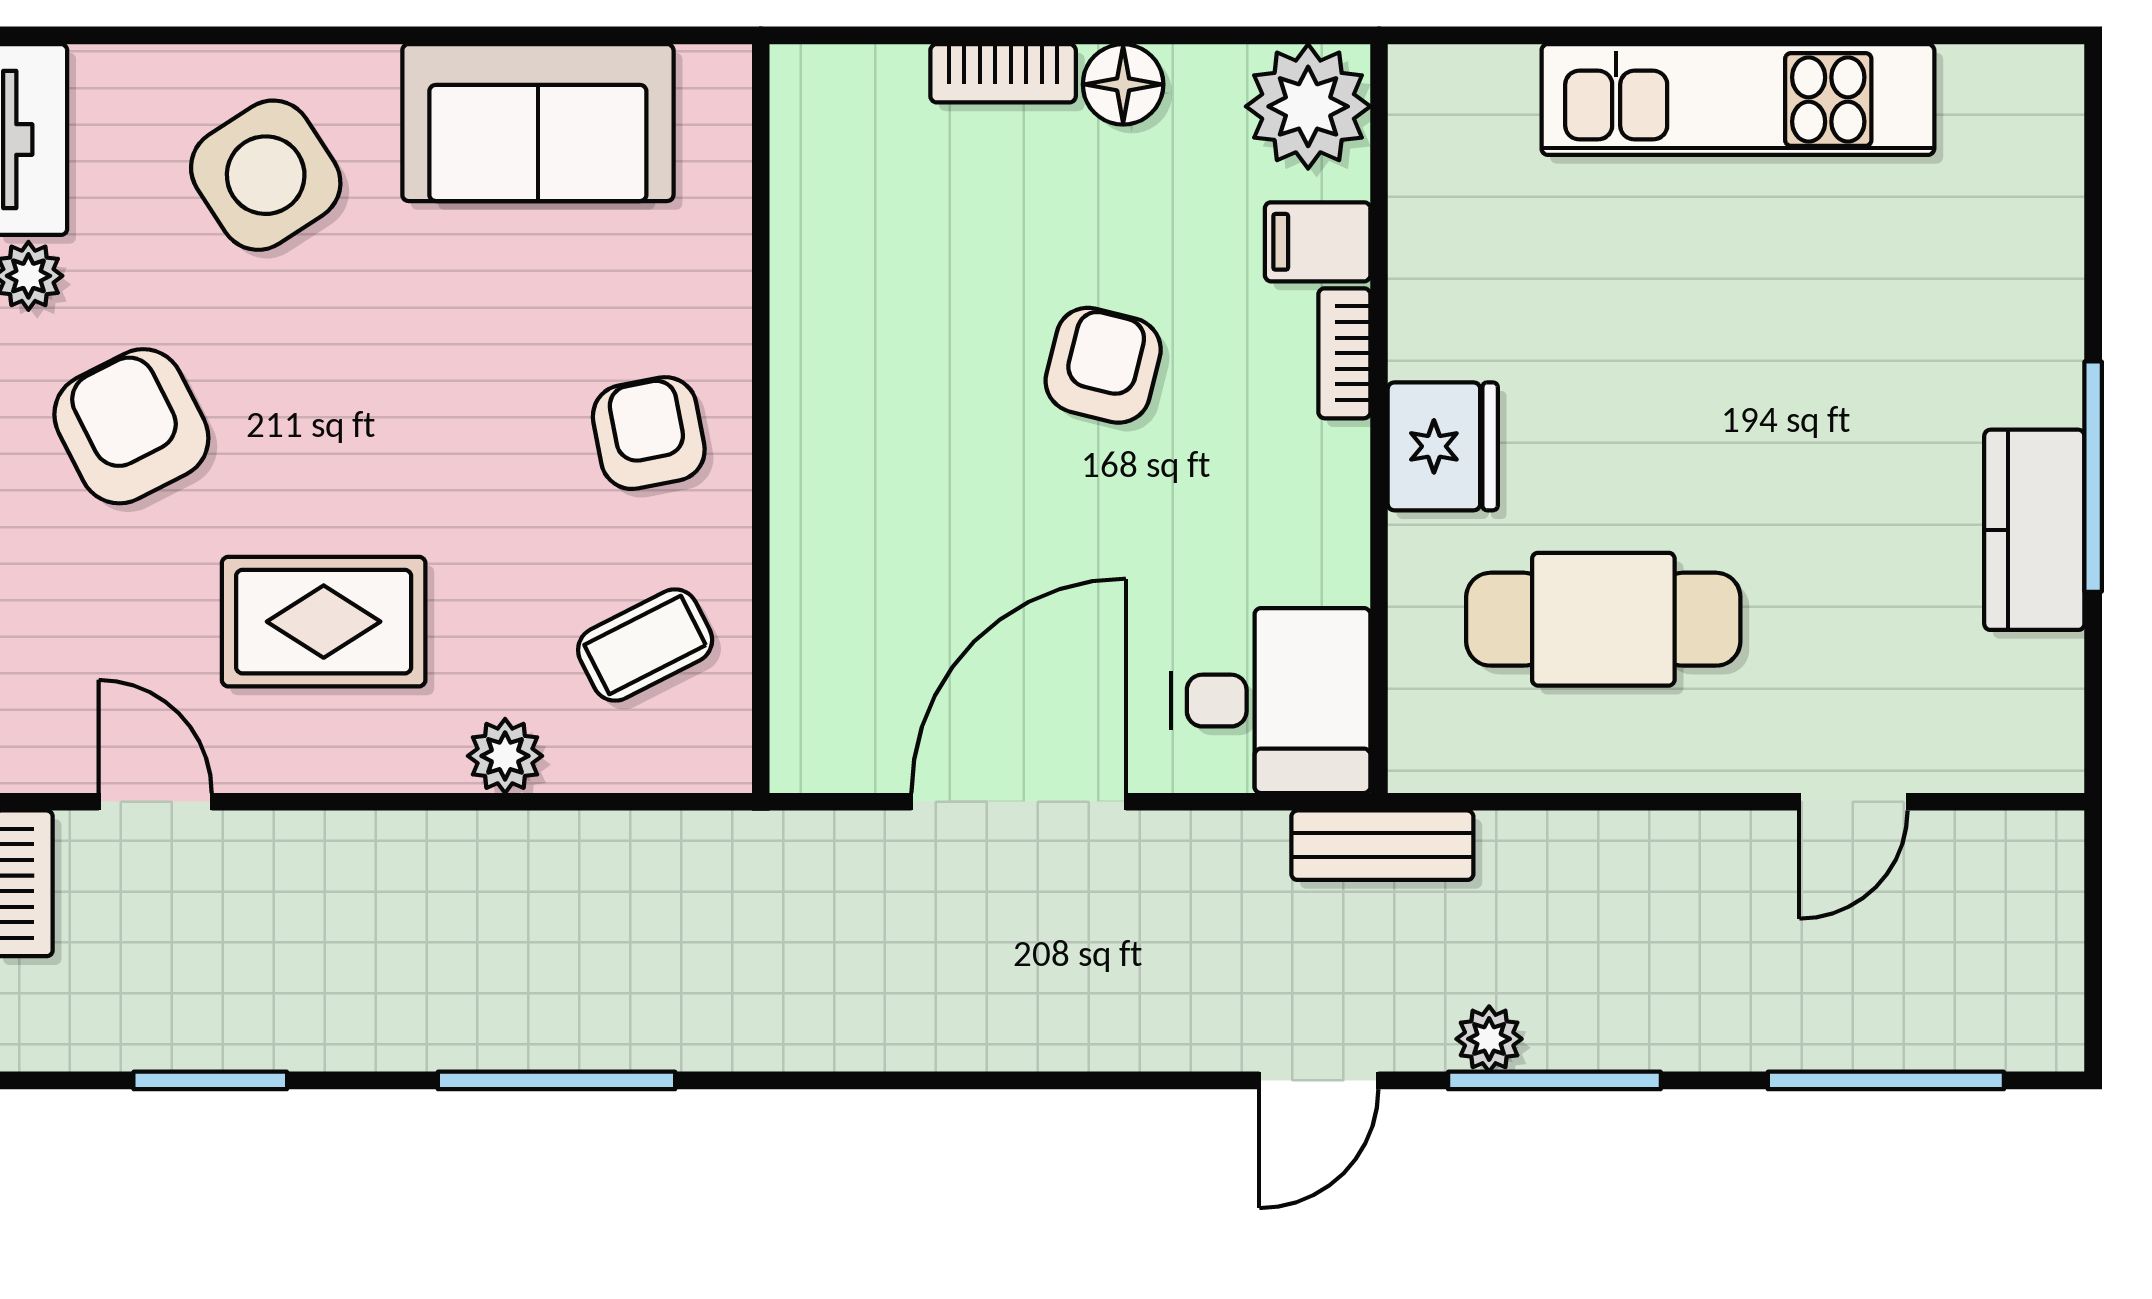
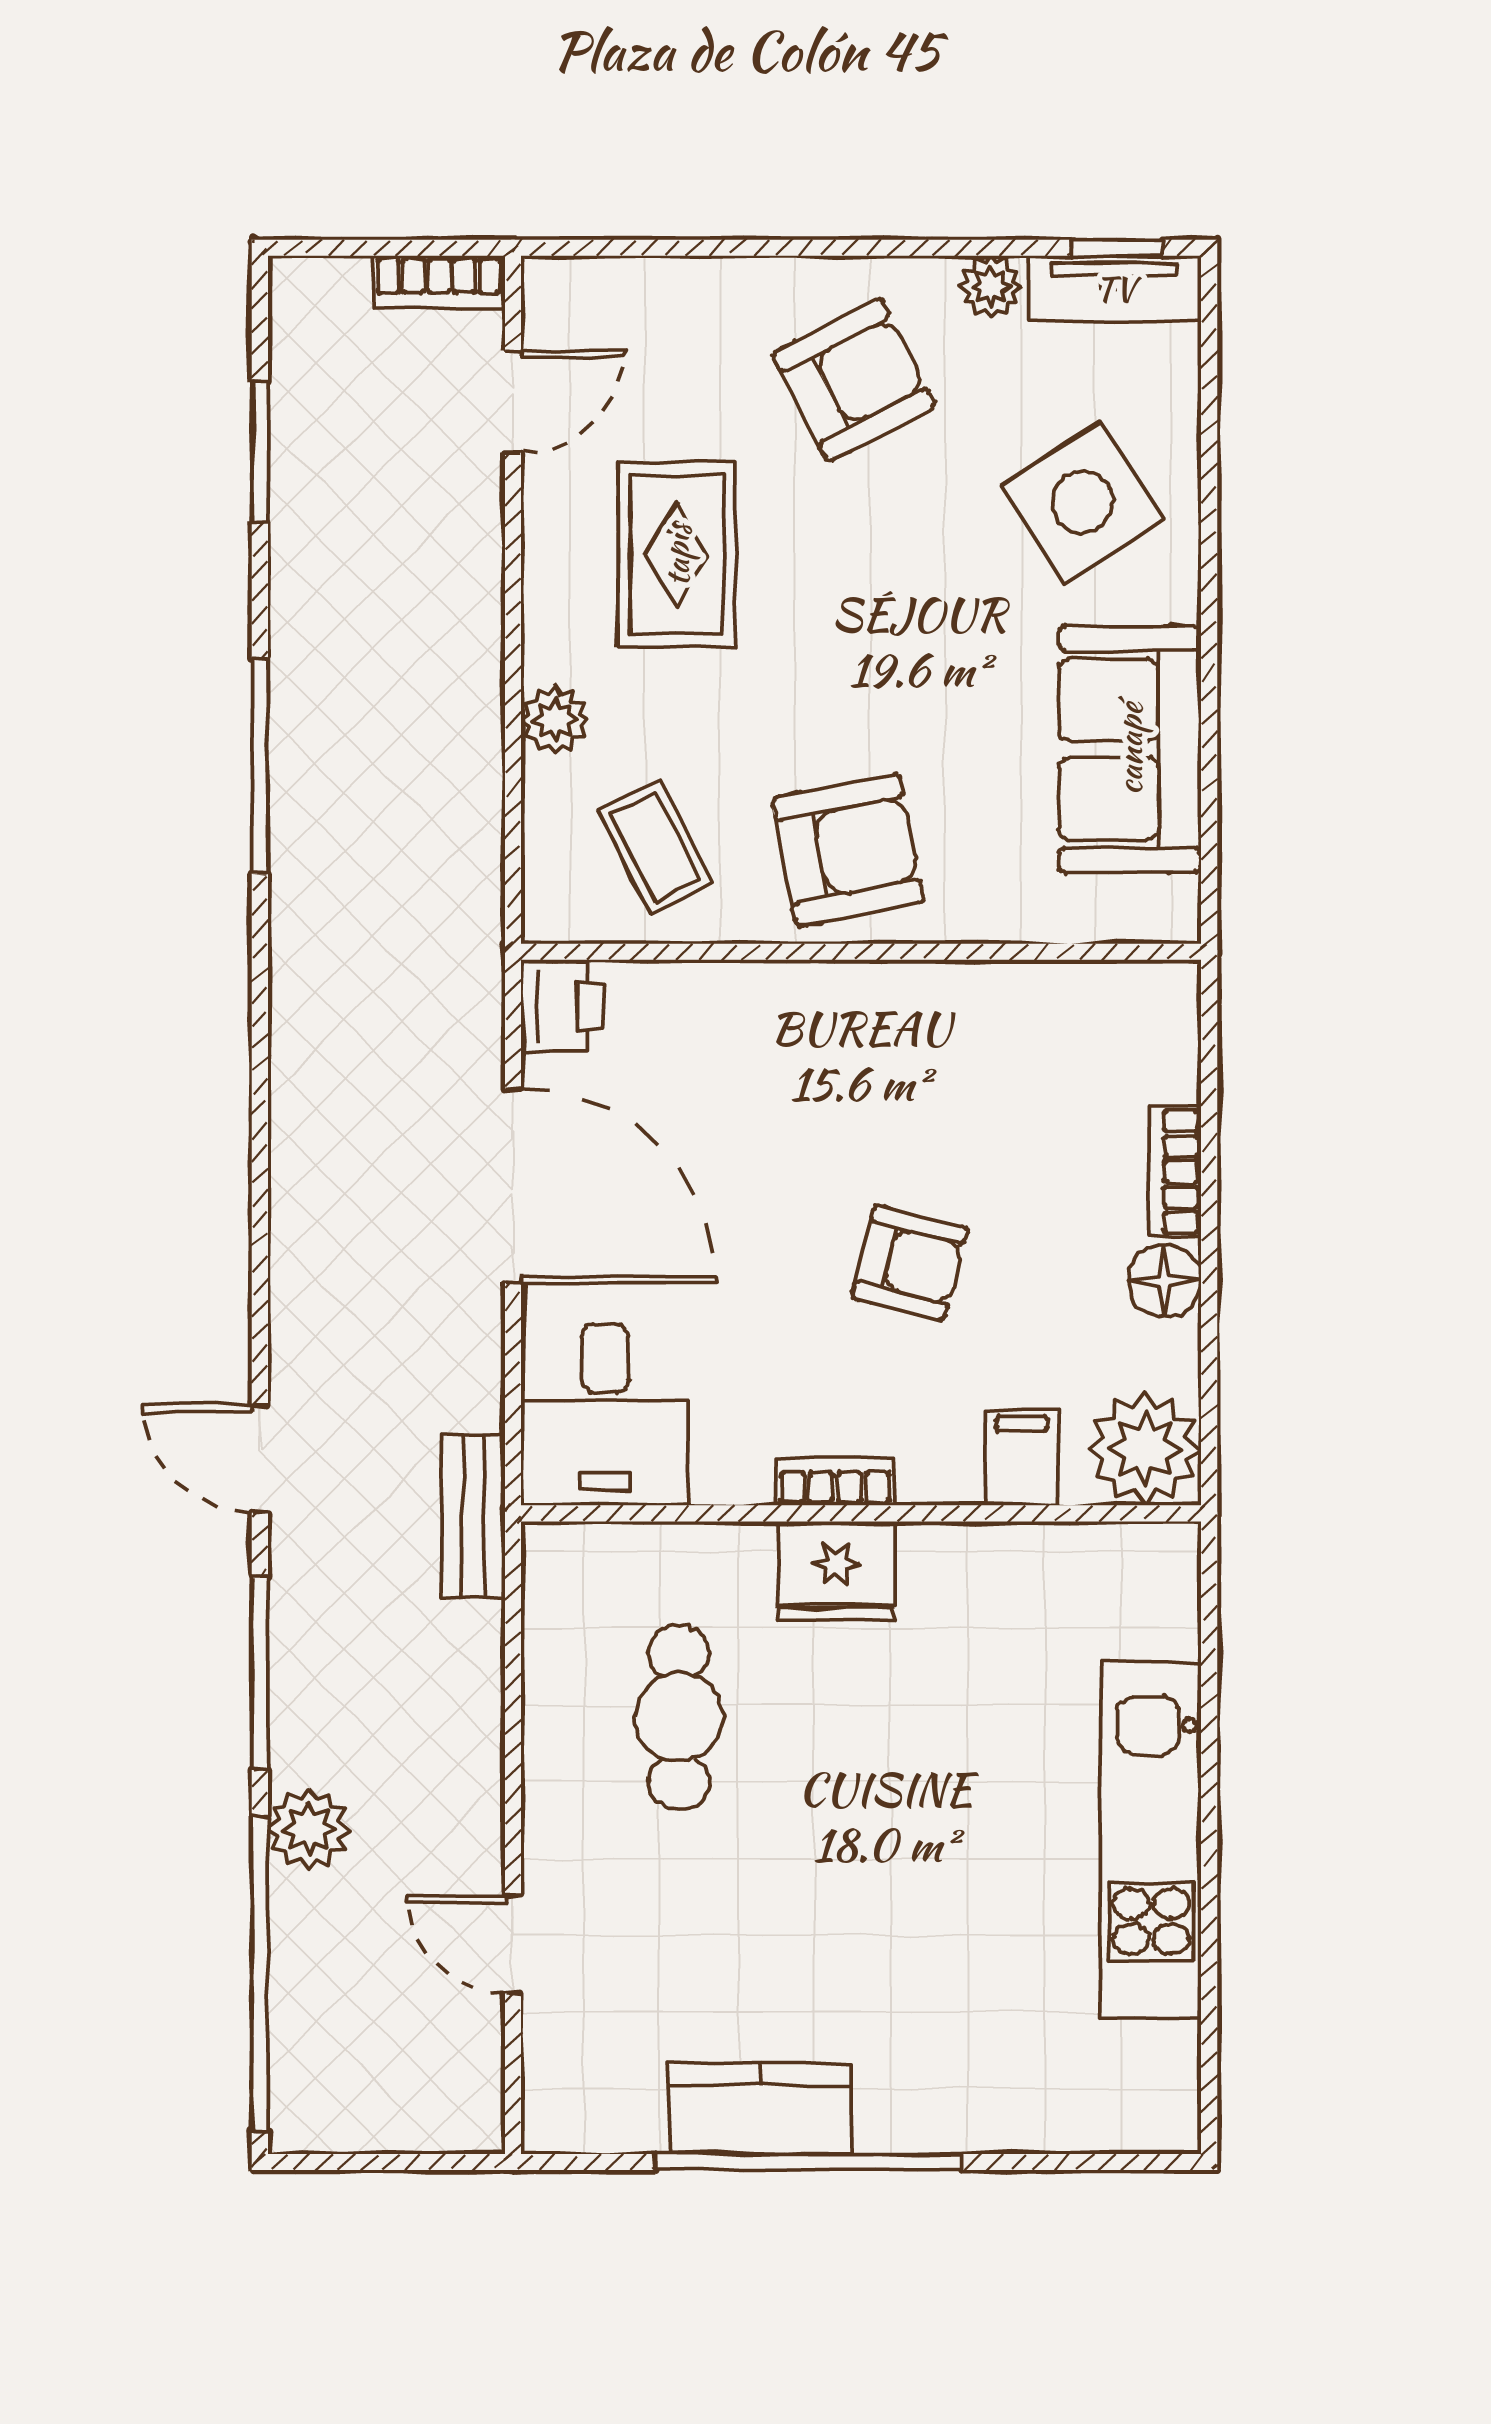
bookcase: (1344, 353) -> (835, 1482), moved
armchair: (649, 433) -> (848, 850), width x1.38, depth x1.38
window: (2093, 477) -> (808, 2162), width x1.46
cafe table: (1603, 619) -> (679, 1717), width x0.73, depth x0.74
printer: (821, 748) -> (562, 1007), added
plant: (1489, 1039) -> (309, 1829), moved, width x1.38, depth x1.38
window: (1886, 1080) -> (260, 1974), width x1.46

